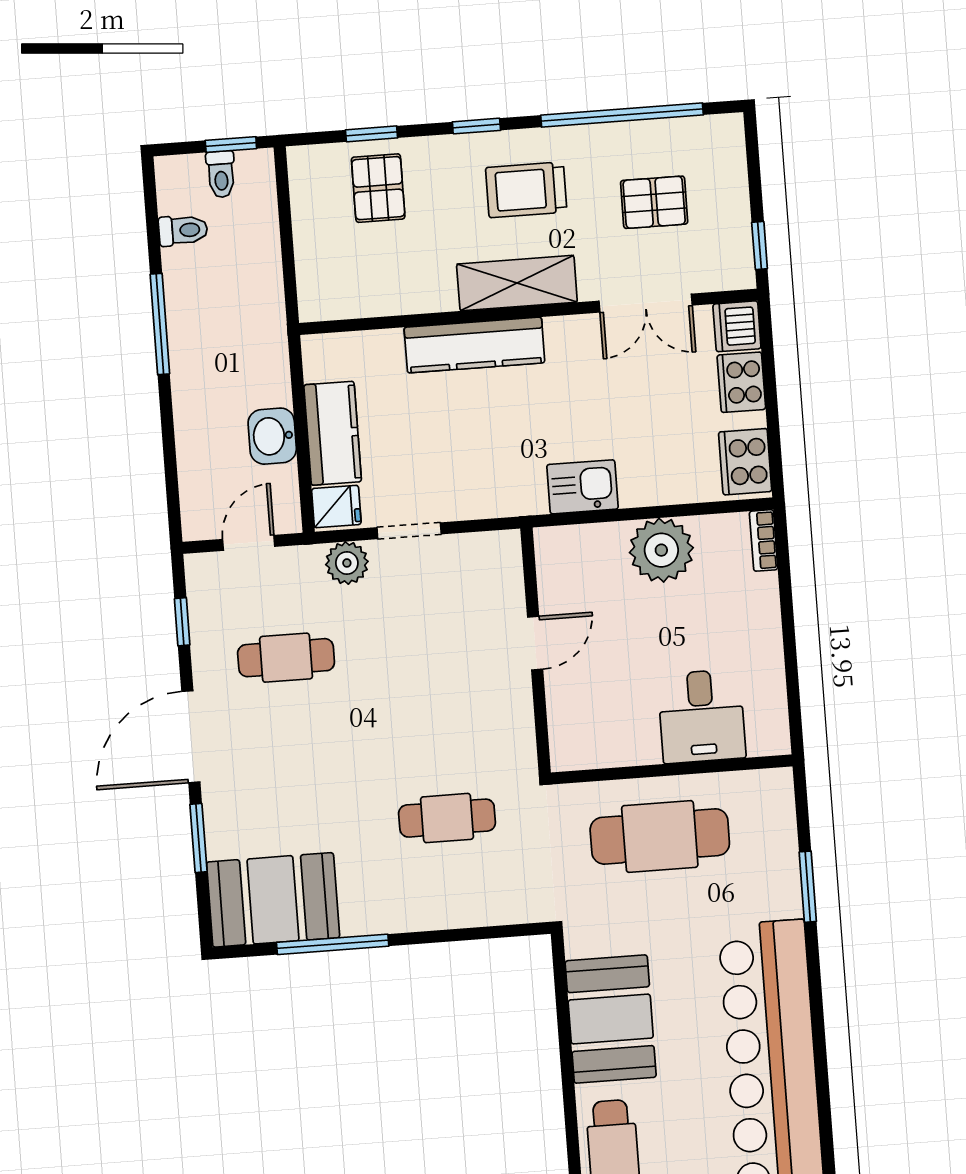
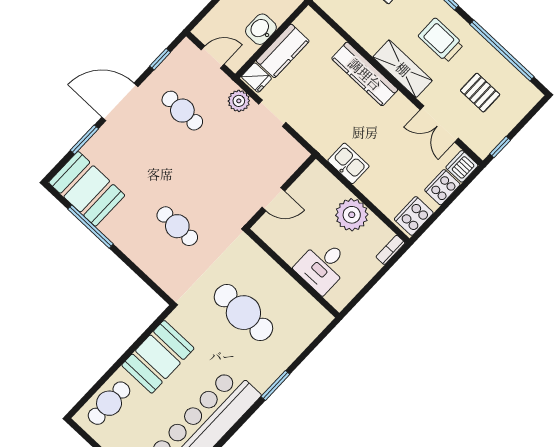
desk: (702, 716) -> (323, 266), moved
wall: (672, 769) -> (292, 273), moved

